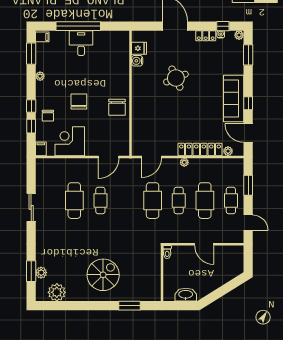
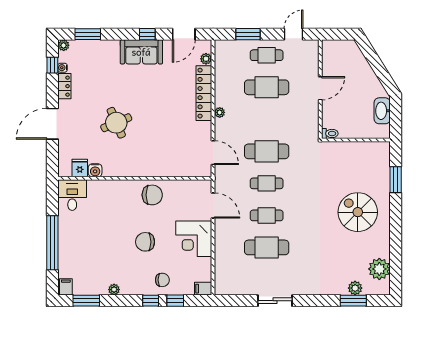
desk: (81, 43) -> (72, 195), moved, turned 90
sofa: (234, 99) -> (141, 52), width x0.73
corner desk: (70, 141) -> (194, 239), moved
cafe table: (179, 201) -> (267, 183), moved

